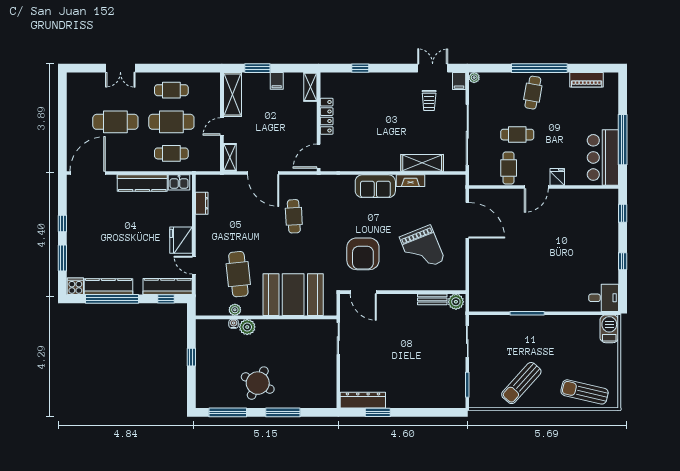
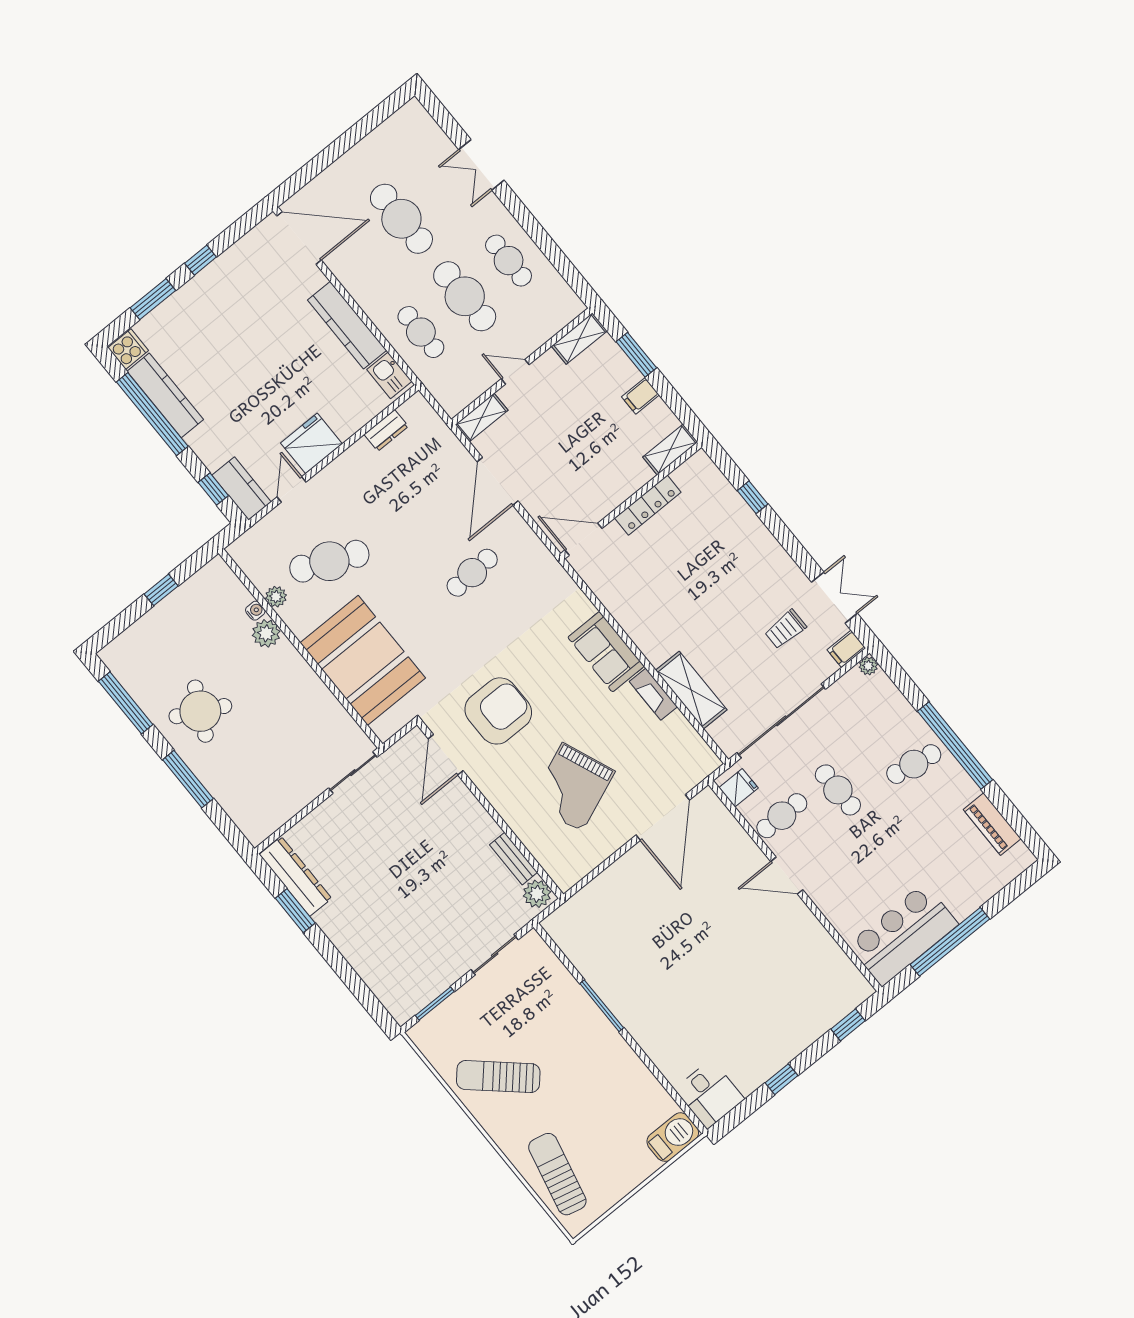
shelving: (232, 94) -> (579, 339), width x0.67, depth x0.75
fridge: (557, 177) -> (739, 788), moved
armchair: (363, 254) -> (498, 711), turned 180
cafe table: (238, 274) -> (329, 561), turned 30
kitchen counter: (168, 287) -> (242, 489), width x0.67

